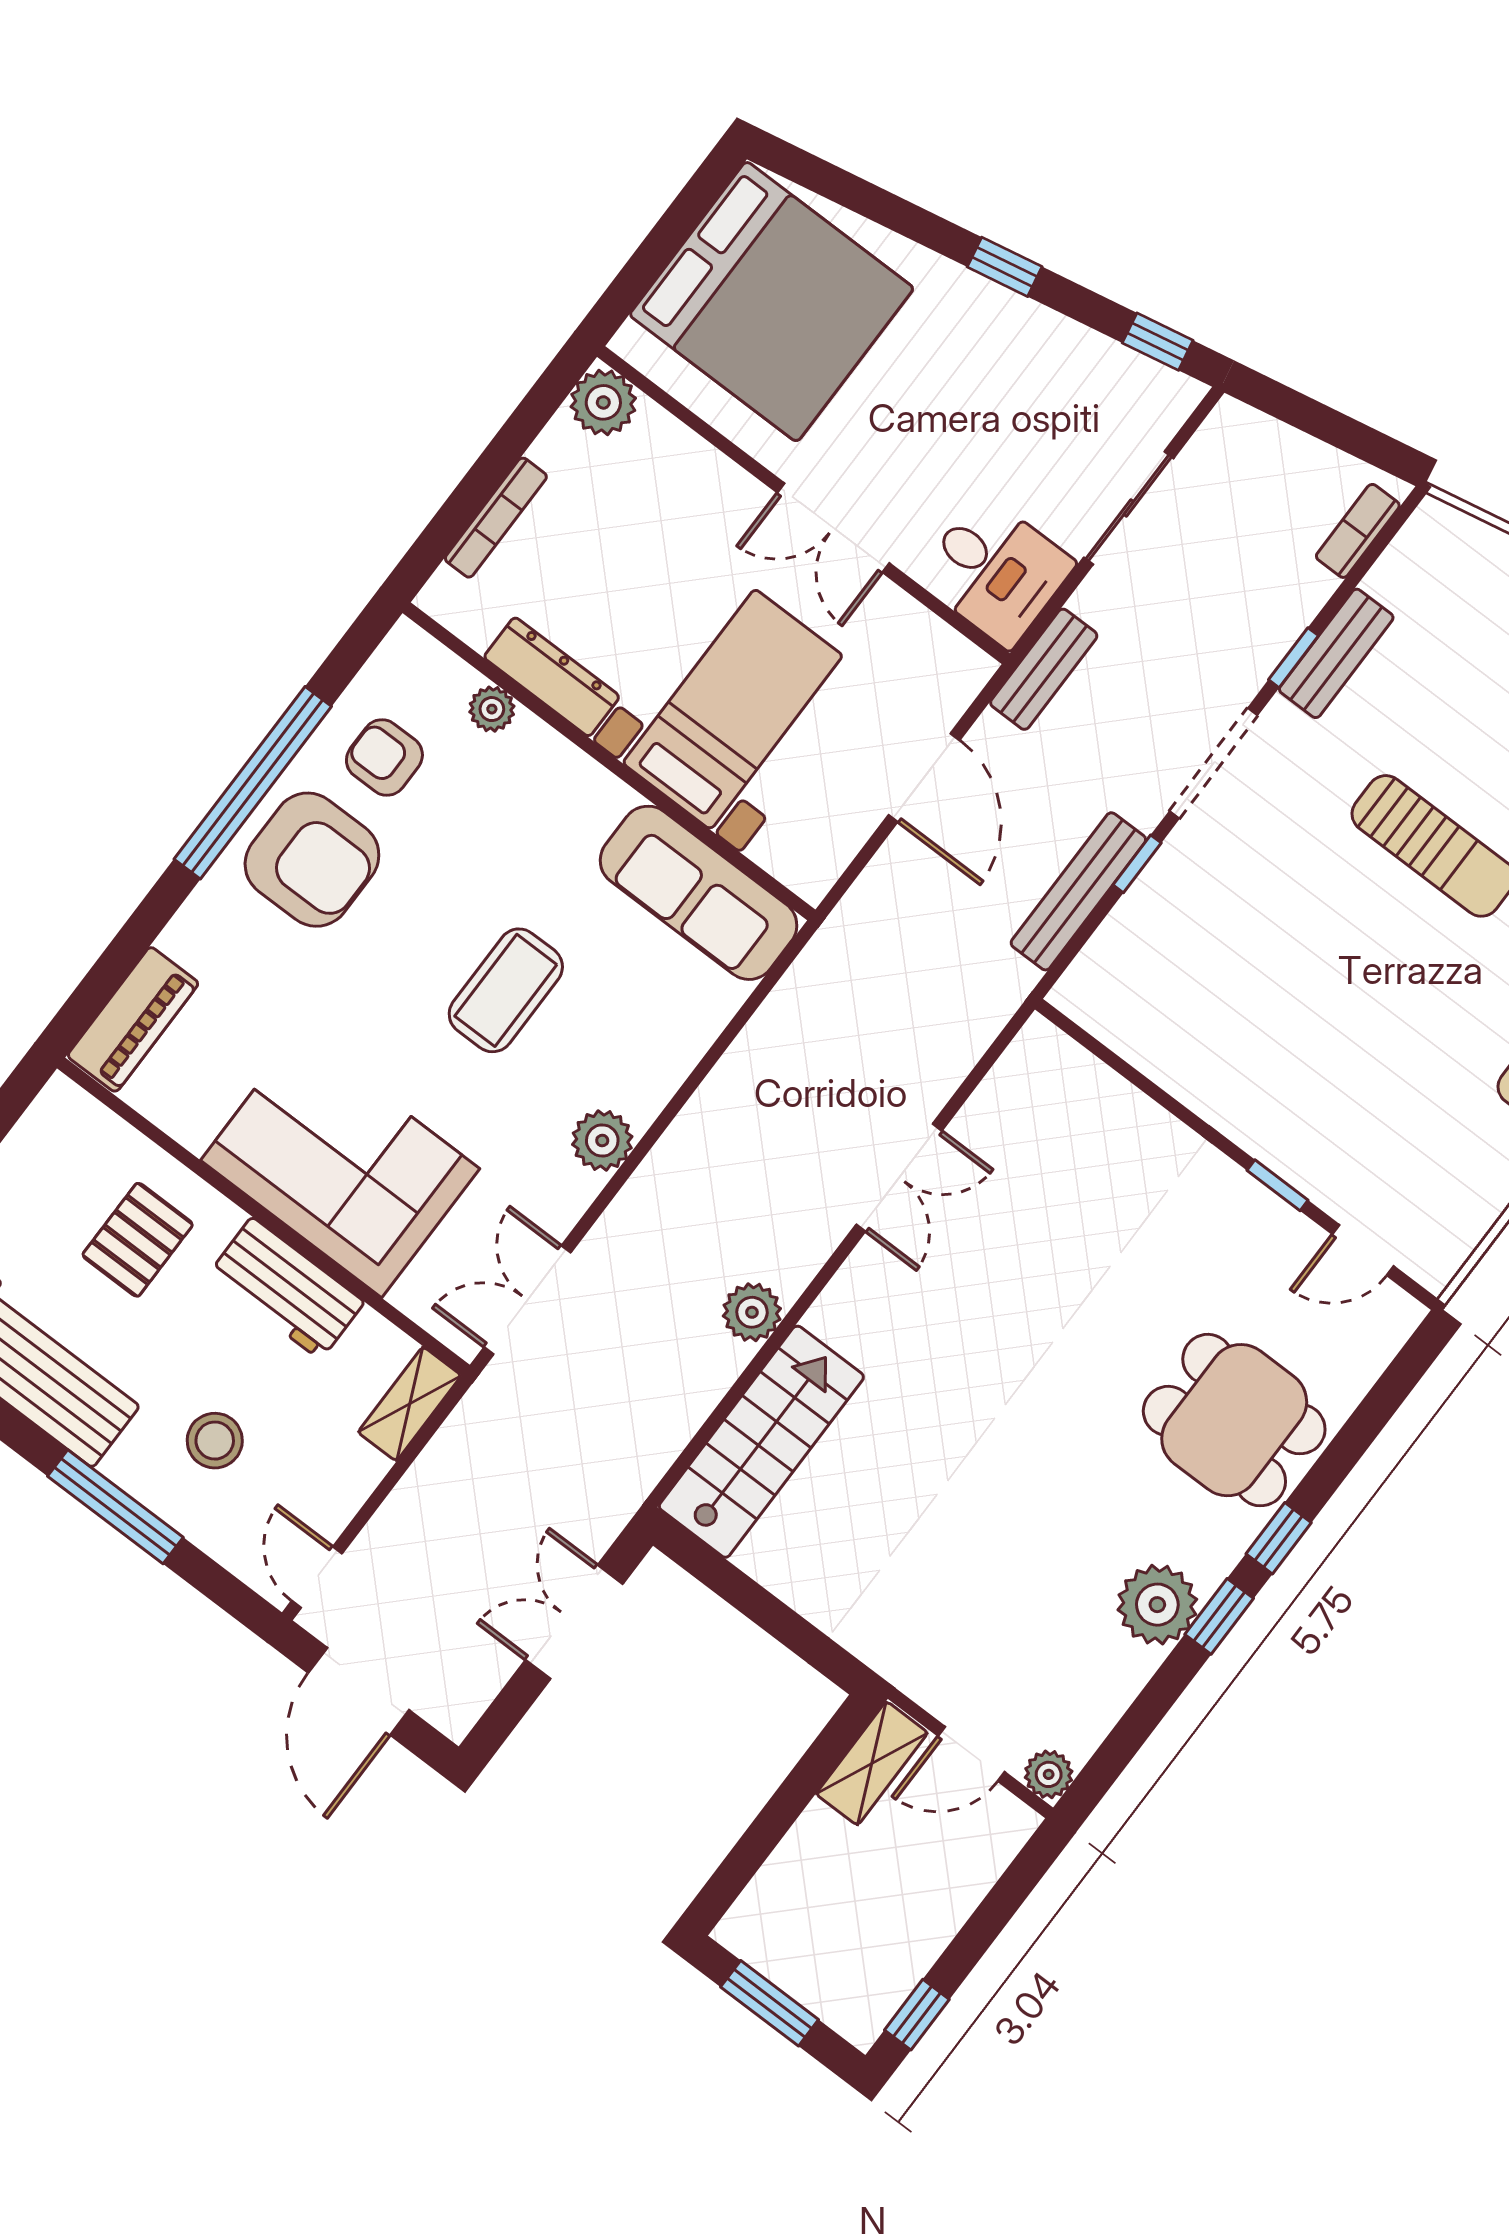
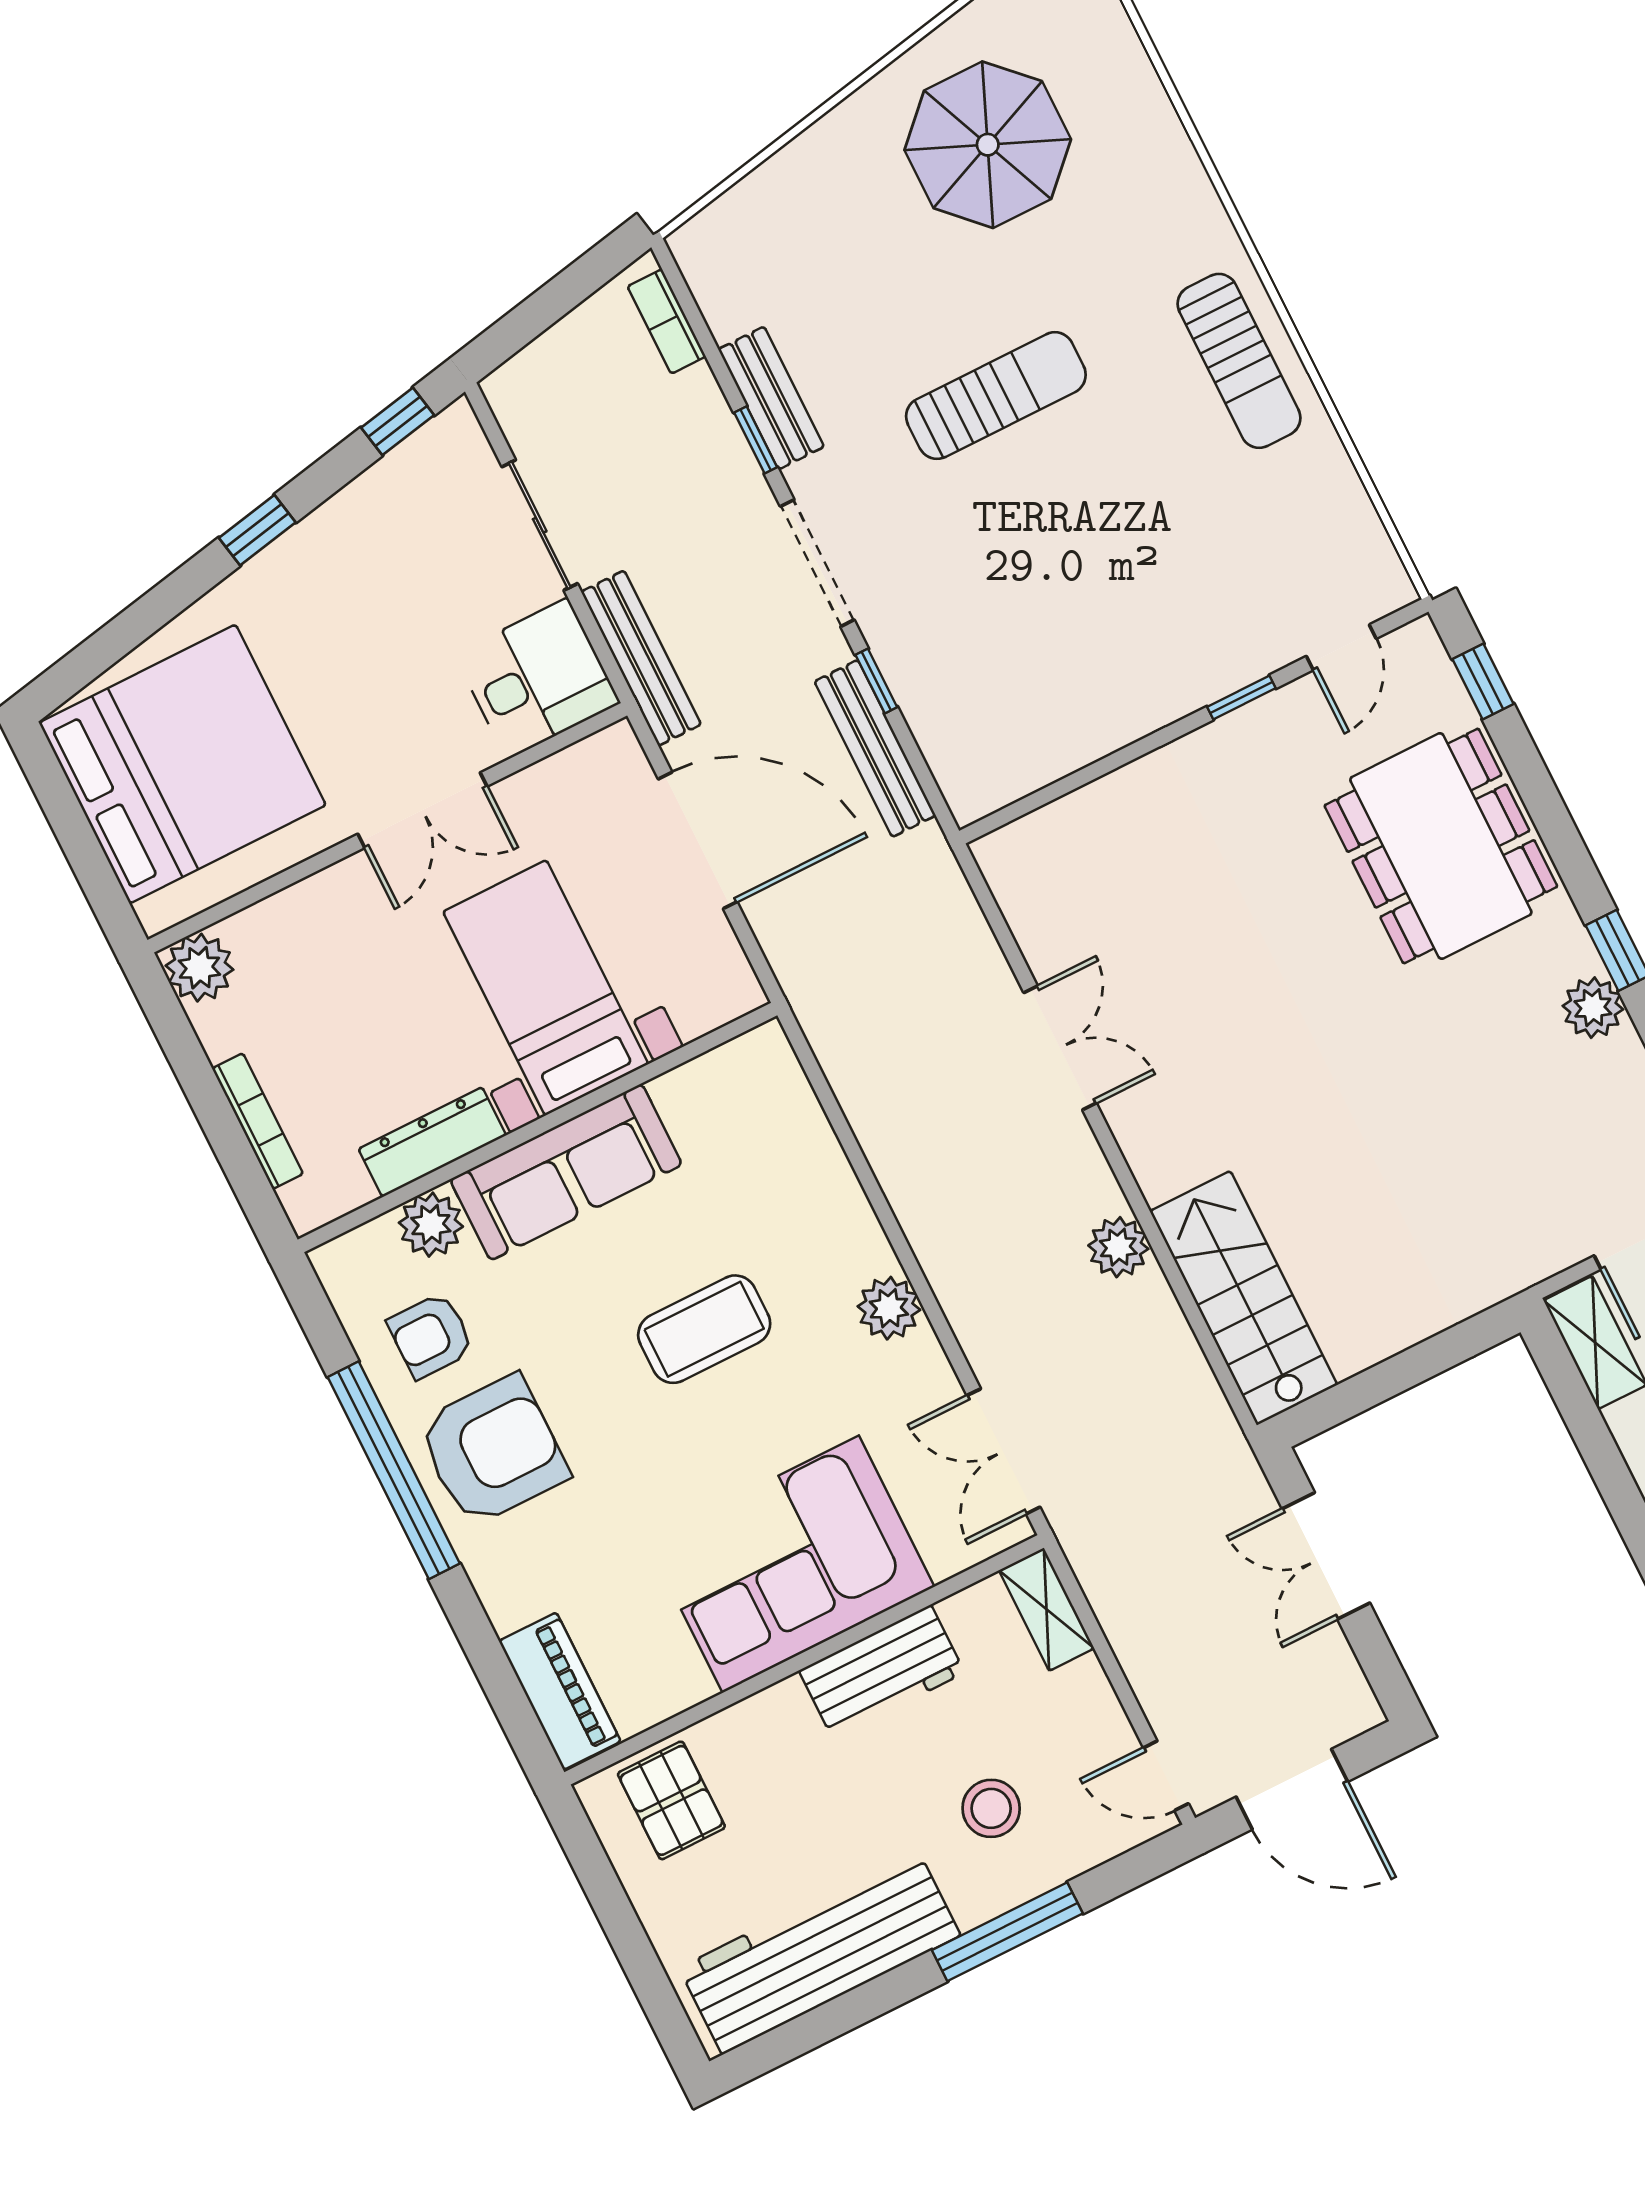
bench: (1044, 669) -> (641, 658), width x1.36
plant: (492, 709) -> (431, 1225), width x1.38, depth x1.38
door: (924, 778) -> (698, 840), width x1.36
sofa: (699, 893) -> (566, 1172), moved
coffee table: (506, 990) -> (704, 1329), turned 90
pallet: (138, 1240) -> (671, 1800), moved
dining table: (1234, 1420) -> (1441, 846), width x1.38
window: (1279, 1538) -> (1483, 682), moved
plant: (1157, 1605) -> (1593, 1008), width x0.73, depth x0.73

